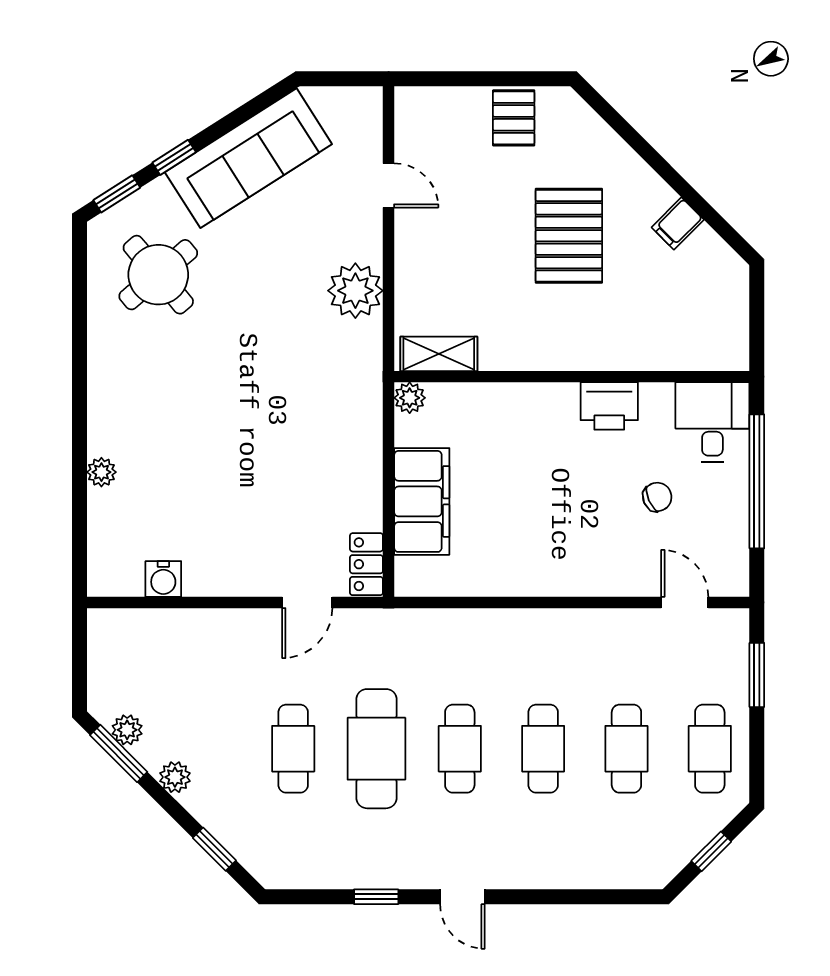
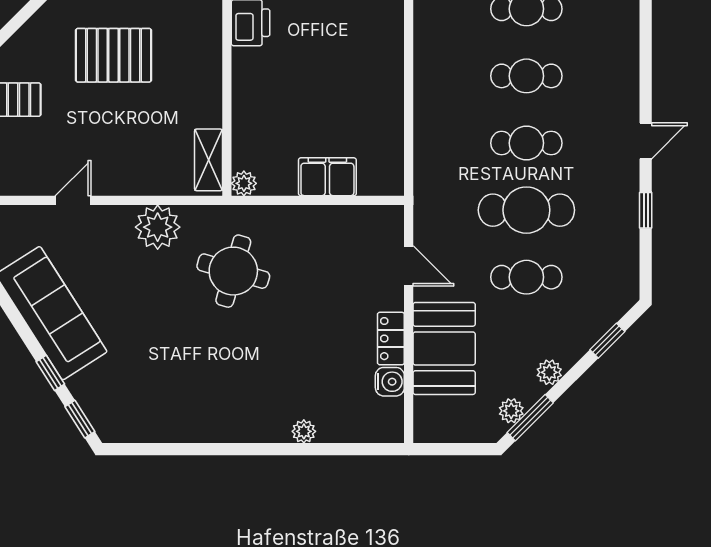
round table: (158, 275) -> (233, 271), moved, turned -34
filing cabinet: (422, 501) -> (327, 177), width x0.67, depth x0.86
locker: (366, 564) -> (391, 339), moved, turned 90
booth: (205, 646) -> (444, 348), added

